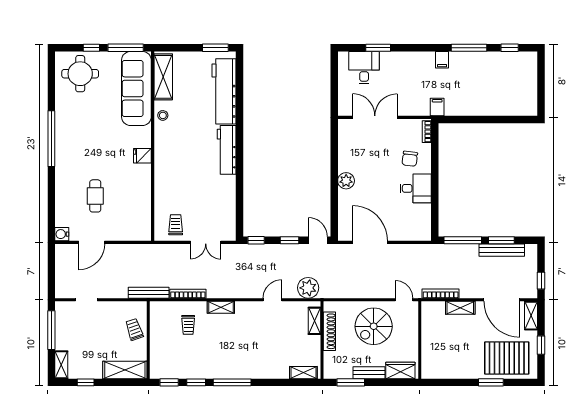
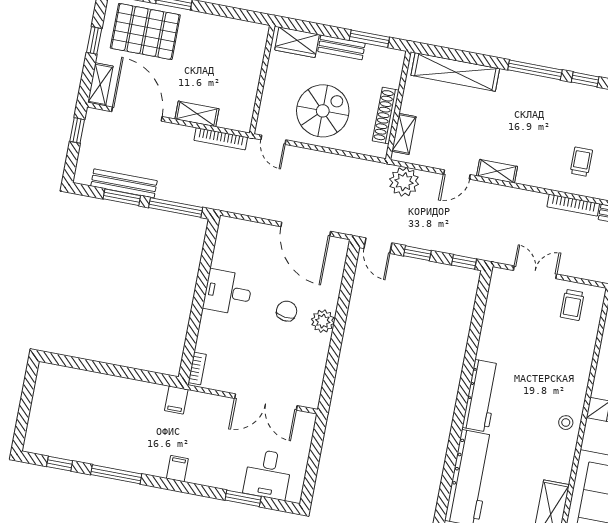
filing cabinet: (442, 60) -> (177, 469), moved
stool: (163, 115) -> (566, 423), moved
chair: (410, 159) -> (287, 311), moved
shelving: (221, 307) -> (497, 171), moved
shelving: (303, 373) -> (455, 72), width x2.20, depth x1.33

